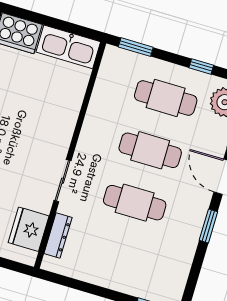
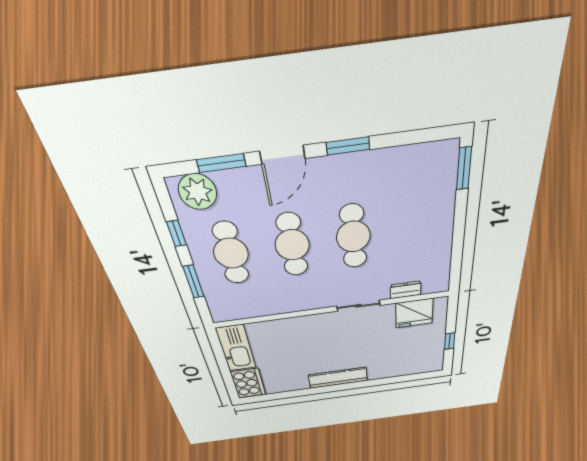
window: (136, 47) -> (194, 282), moved
dresser: (58, 235) -> (406, 290), width x0.70

